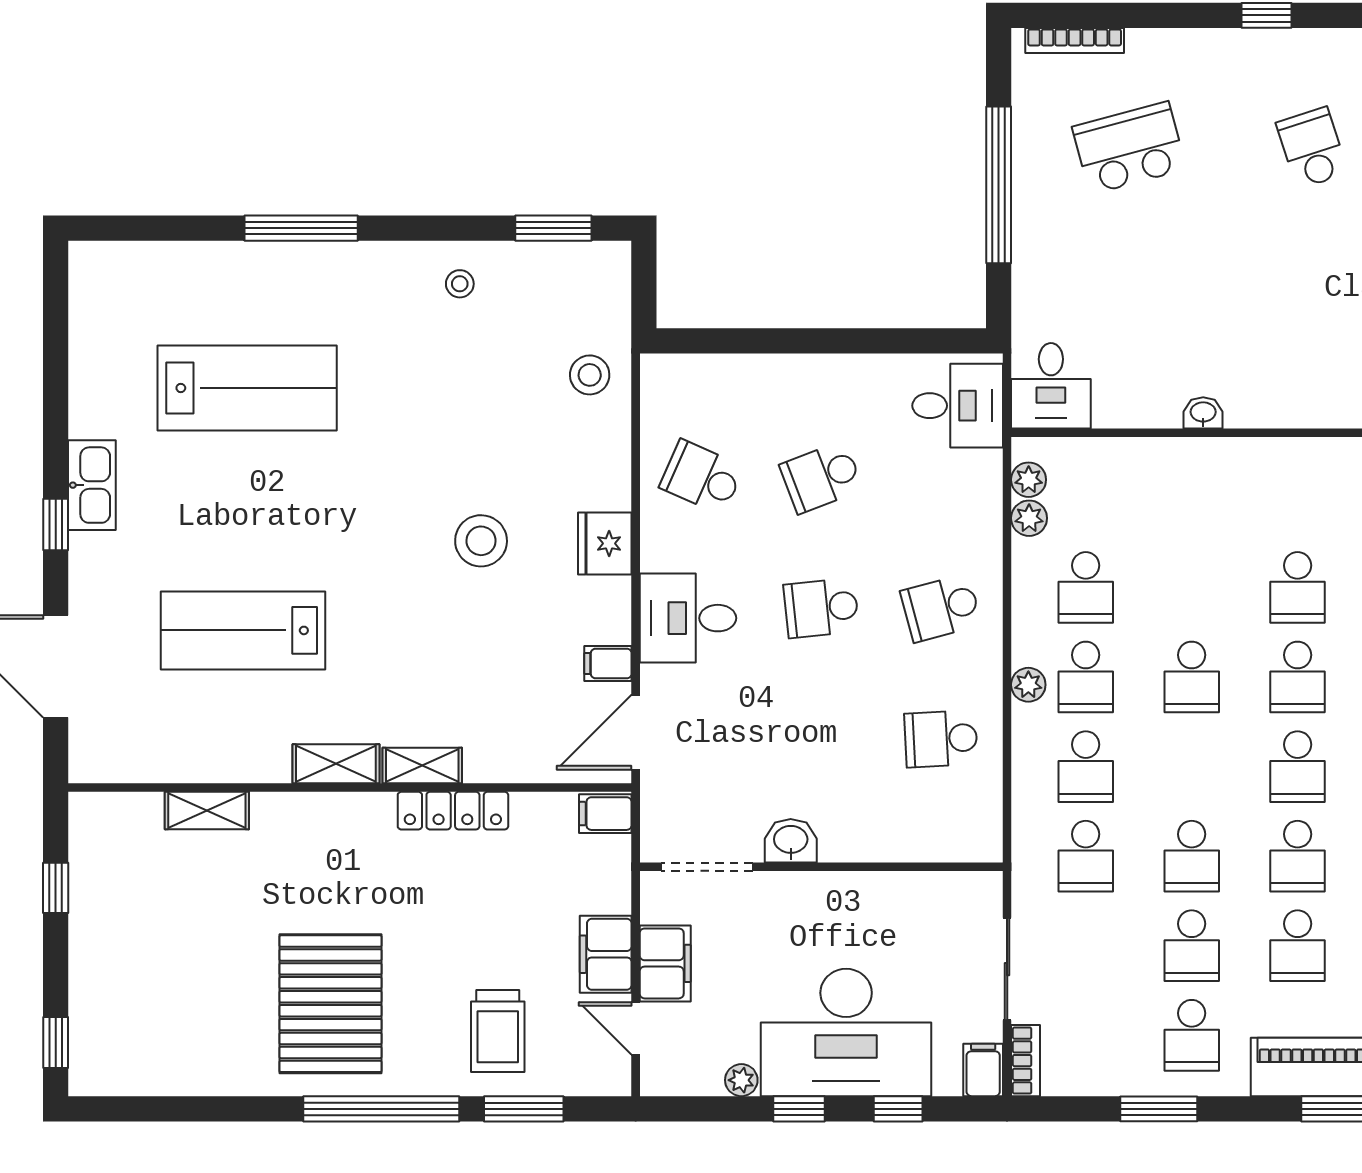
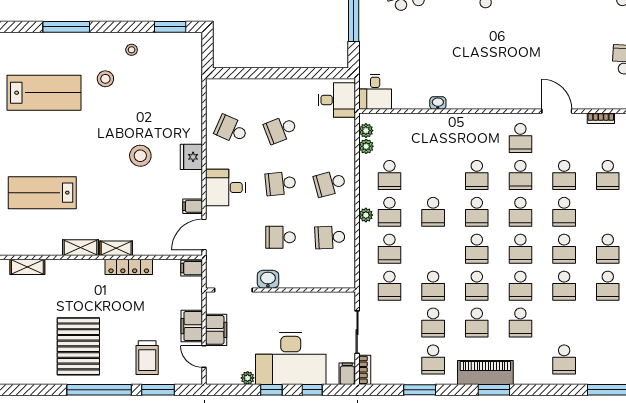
stool: (590, 375) -> (105, 79), moved
school desk: (821, 739) -> (281, 237), added

